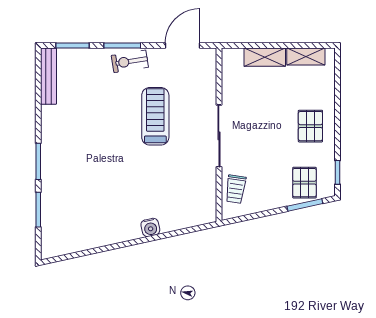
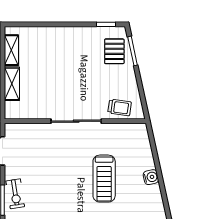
treadmill: (155, 116) -> (104, 179), moved, turned -90
pallet: (310, 126) -> (68, 46), removed
pallet: (304, 183) -> (114, 51), turned 90

